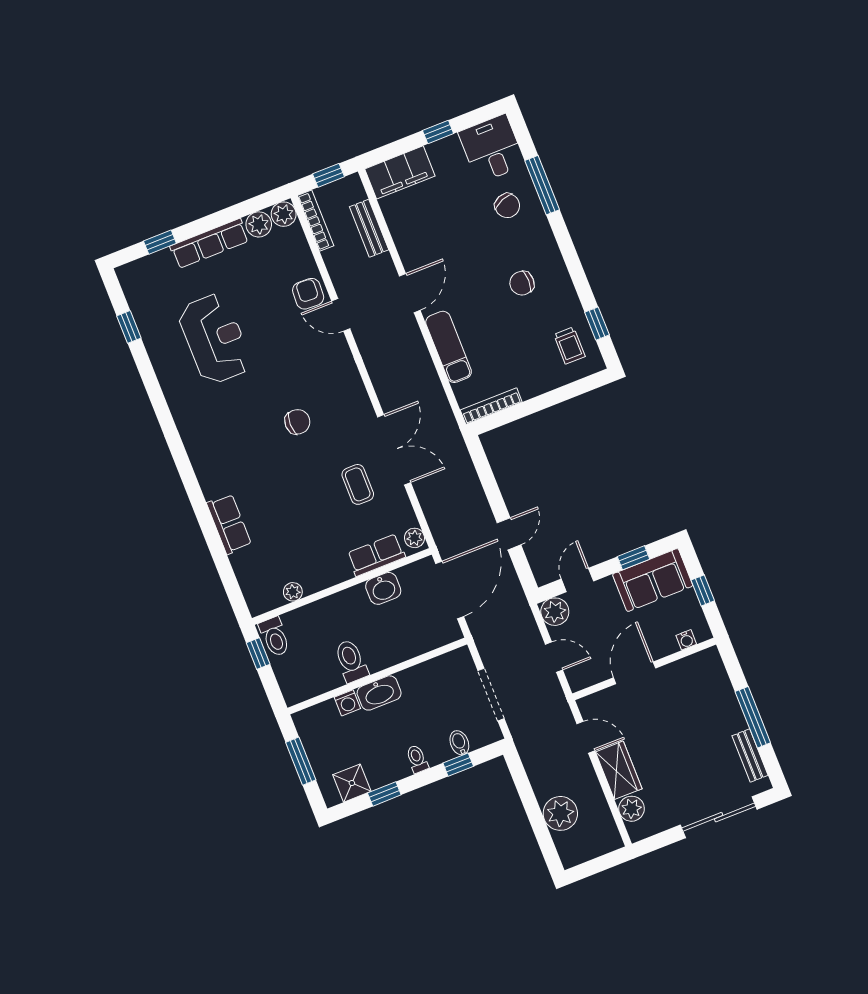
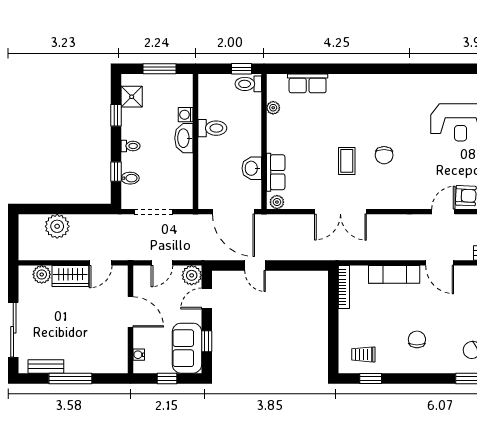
coffee table: (358, 484) -> (347, 161), moved, turned 90
row of seats: (229, 524) -> (308, 83), moved
door: (577, 580) -> (207, 299), swing flipped

